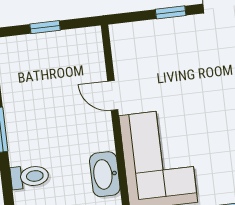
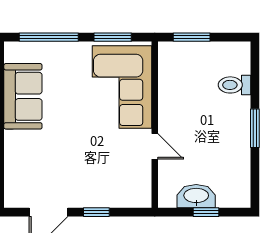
washbasin: (105, 174) -> (196, 196), moved, turned -90

